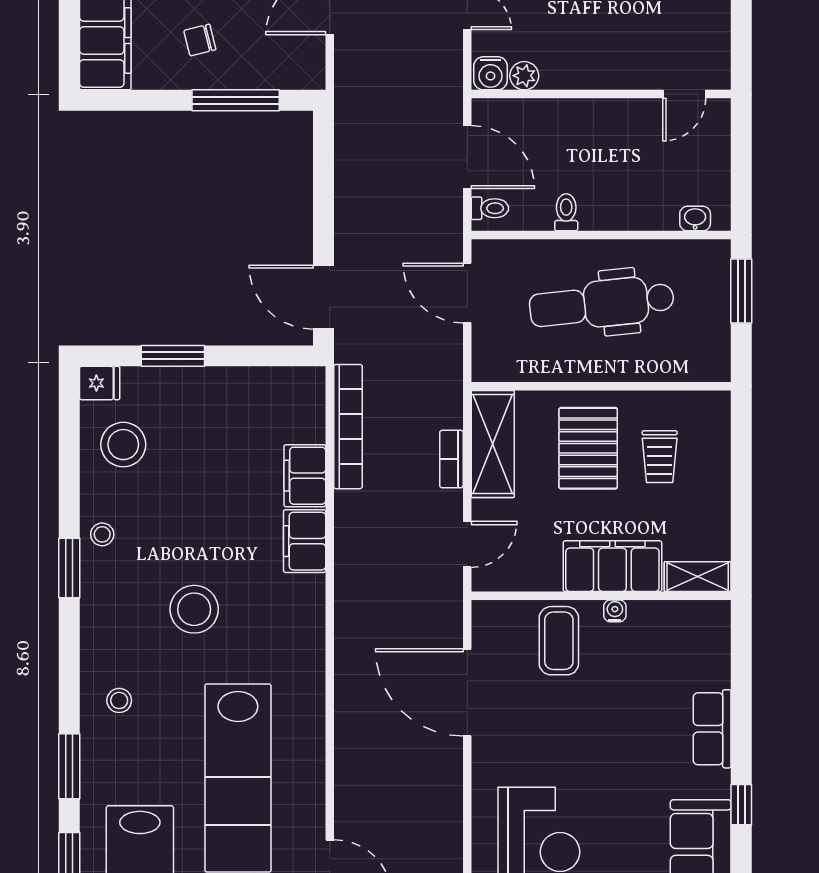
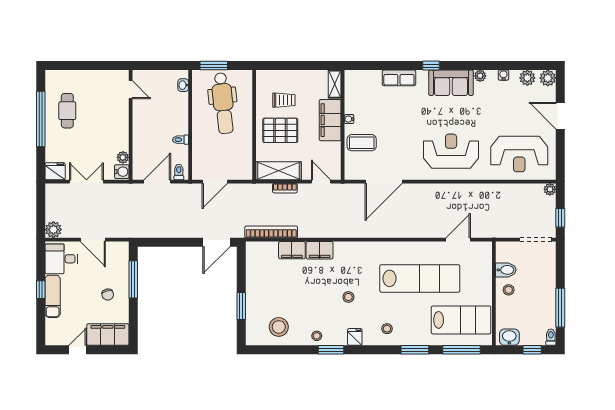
dental chair: (602, 304) -> (223, 103), moved
fridge: (100, 383) -> (355, 337), moved
stool: (194, 609) -> (348, 297), width x0.53, depth x0.53

